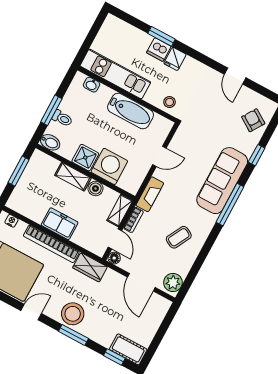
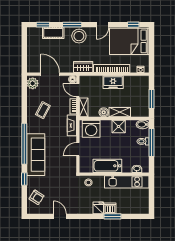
window: (51, 110) -> (152, 143), width x1.44
washing machine: (109, 166) -> (91, 129), moved
window: (230, 204) -> (24, 144), width x1.46
cot: (128, 349) -> (53, 33), moved

